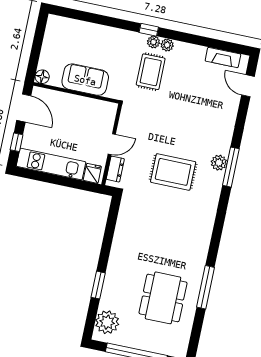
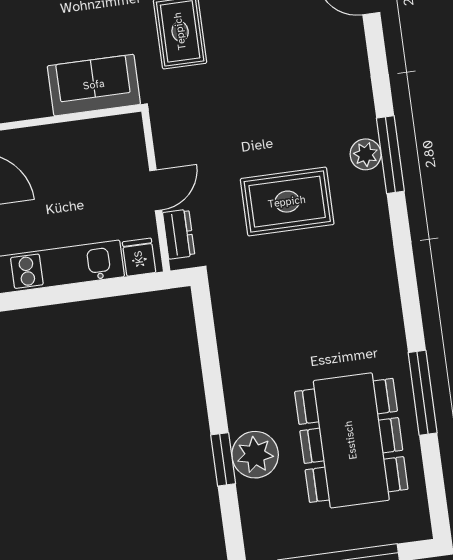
sofa: (85, 80) -> (94, 85), moved
dining table: (163, 298) -> (351, 440), width x1.36, depth x1.24
plant: (107, 322) -> (255, 455), moved

